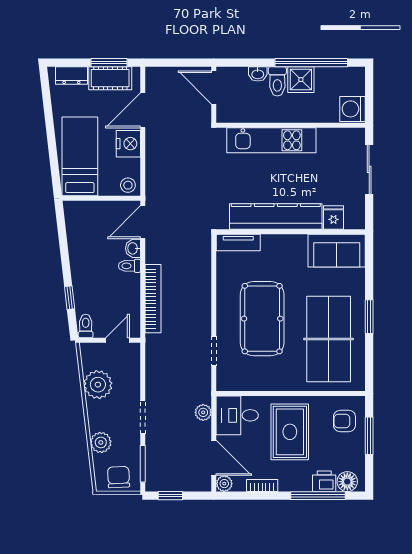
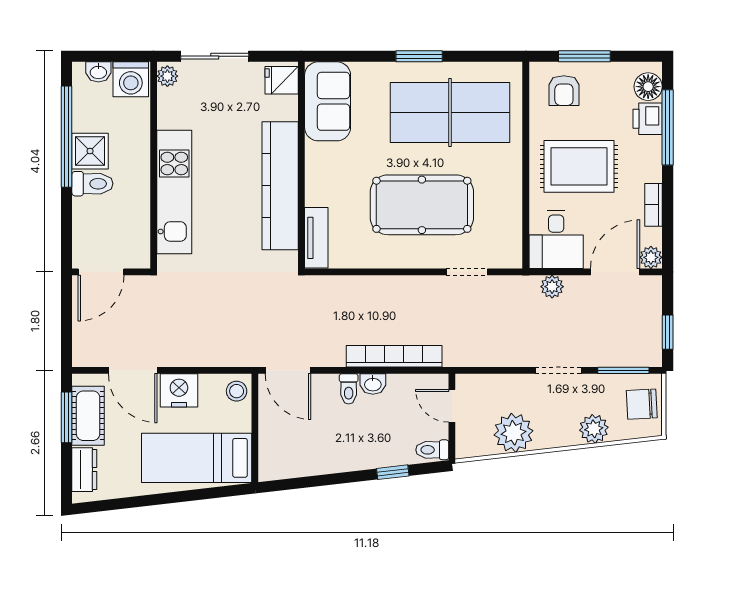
washbasin: (258, 74) -> (98, 72), moved, turned 90
plant: (355, 135) -> (167, 76), added
fridge: (334, 218) -> (282, 80), moved
washbasin: (133, 248) -> (373, 384), moved

